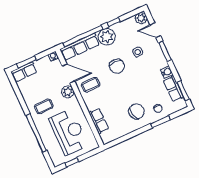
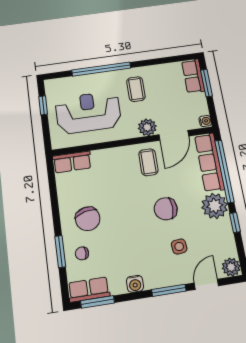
row of seats: (173, 89) -> (89, 289), moved
row of seats: (99, 121) -> (72, 162), moved
reception desk: (69, 132) -> (88, 112), turned 180

